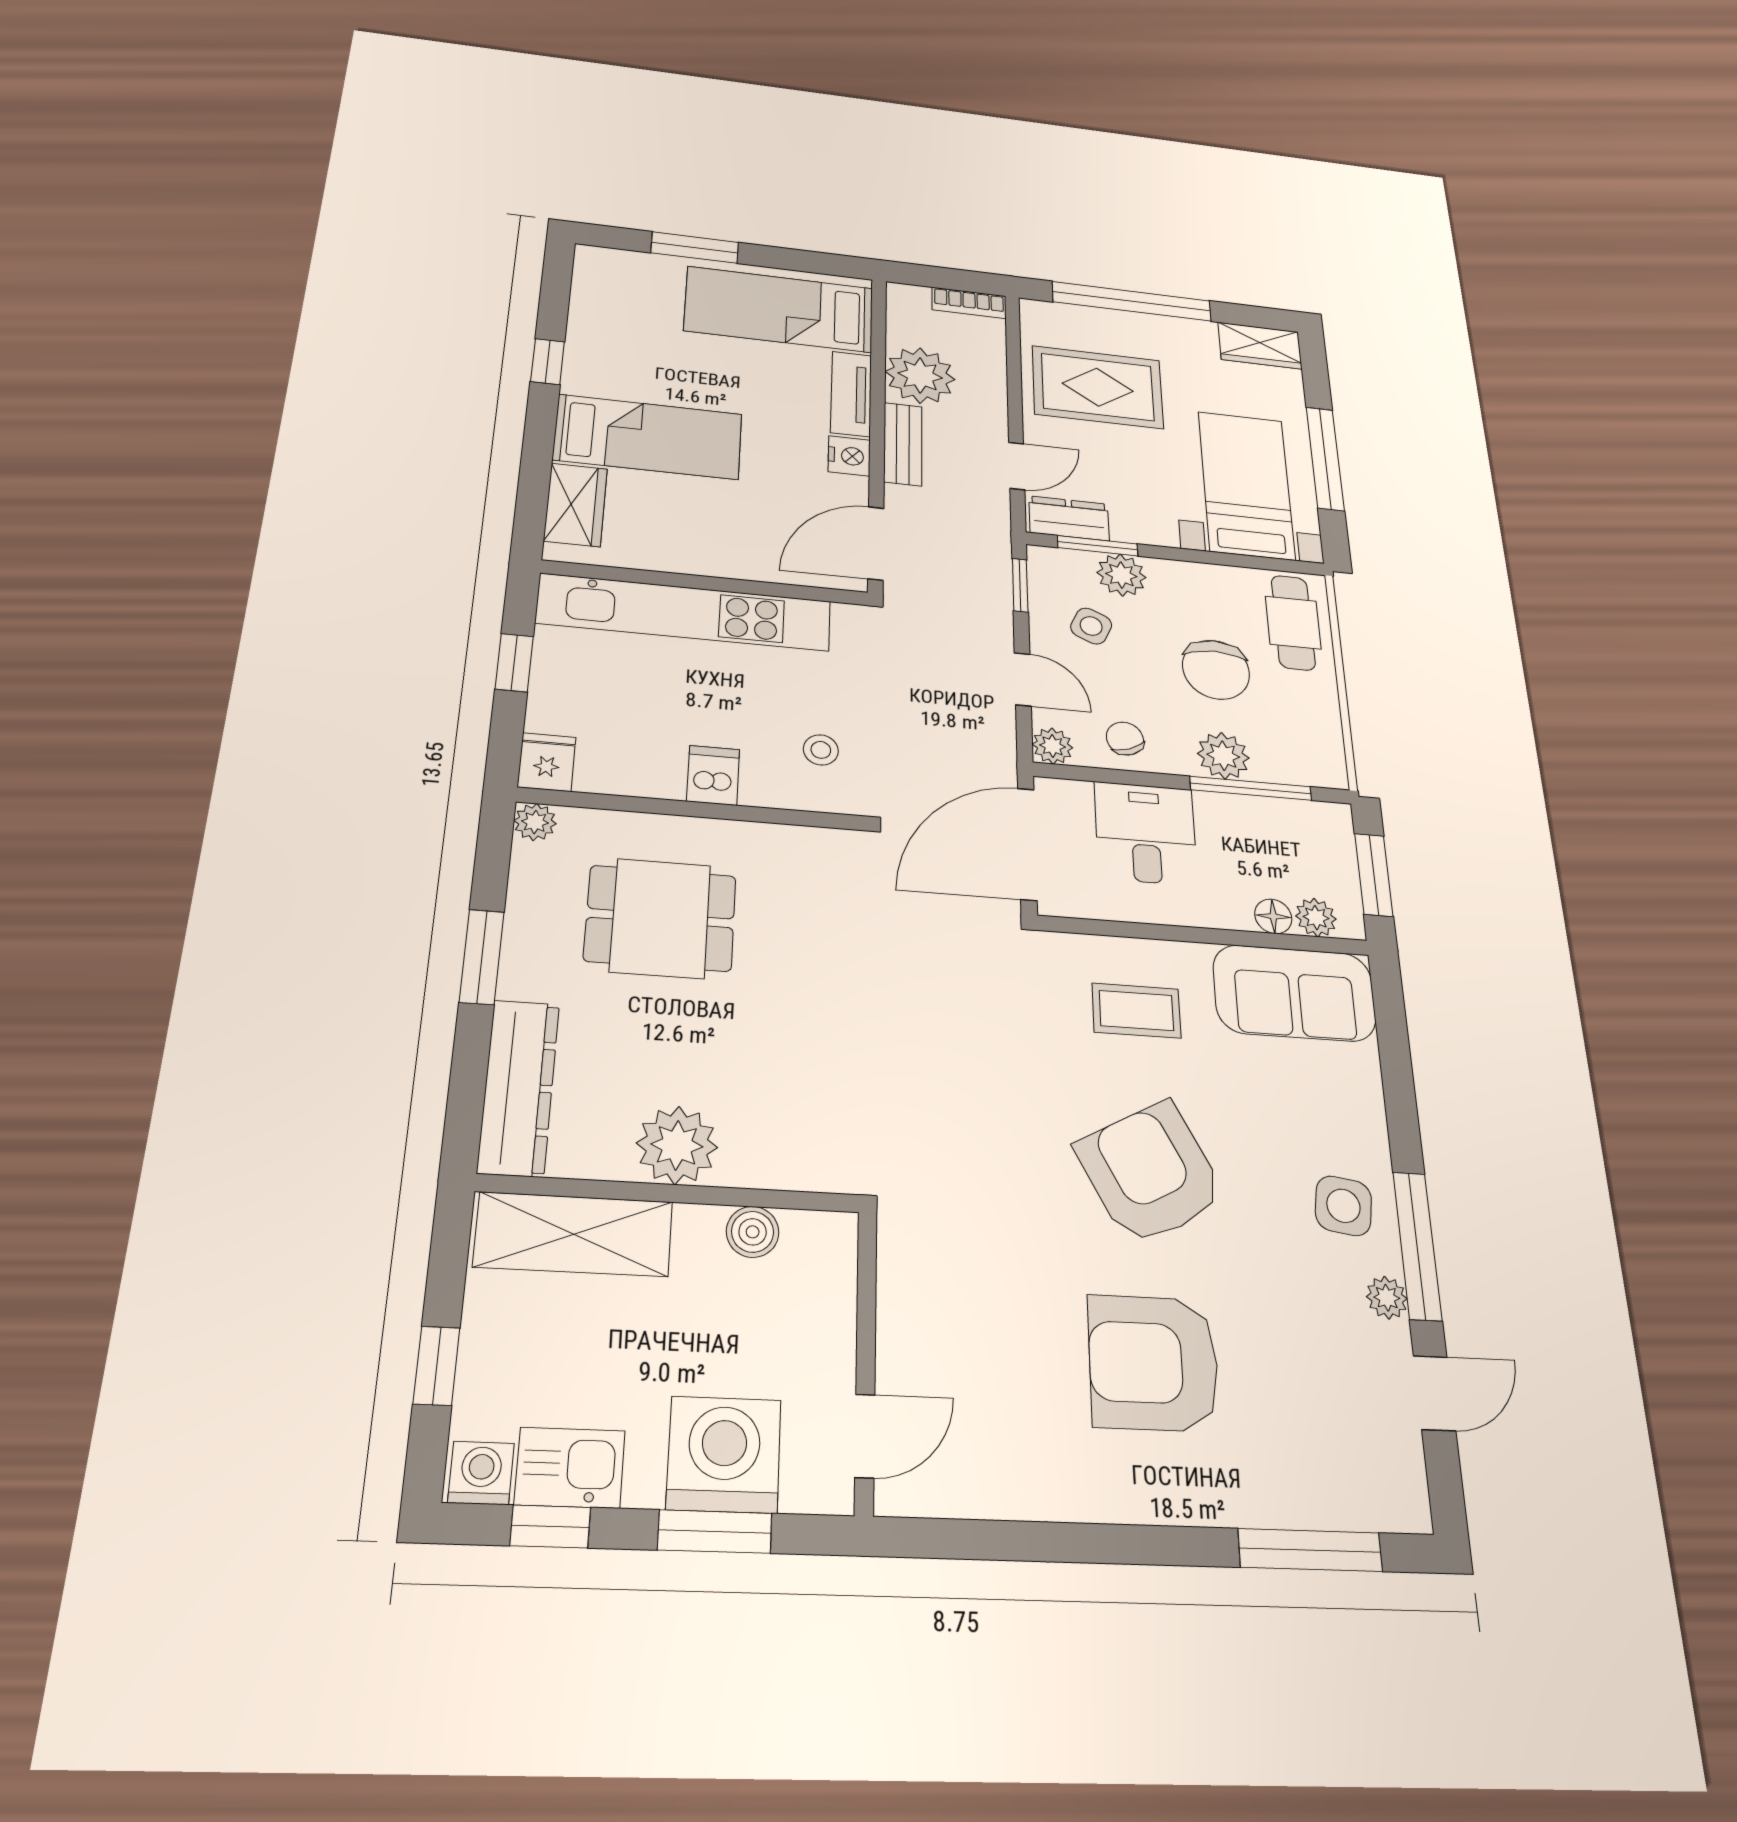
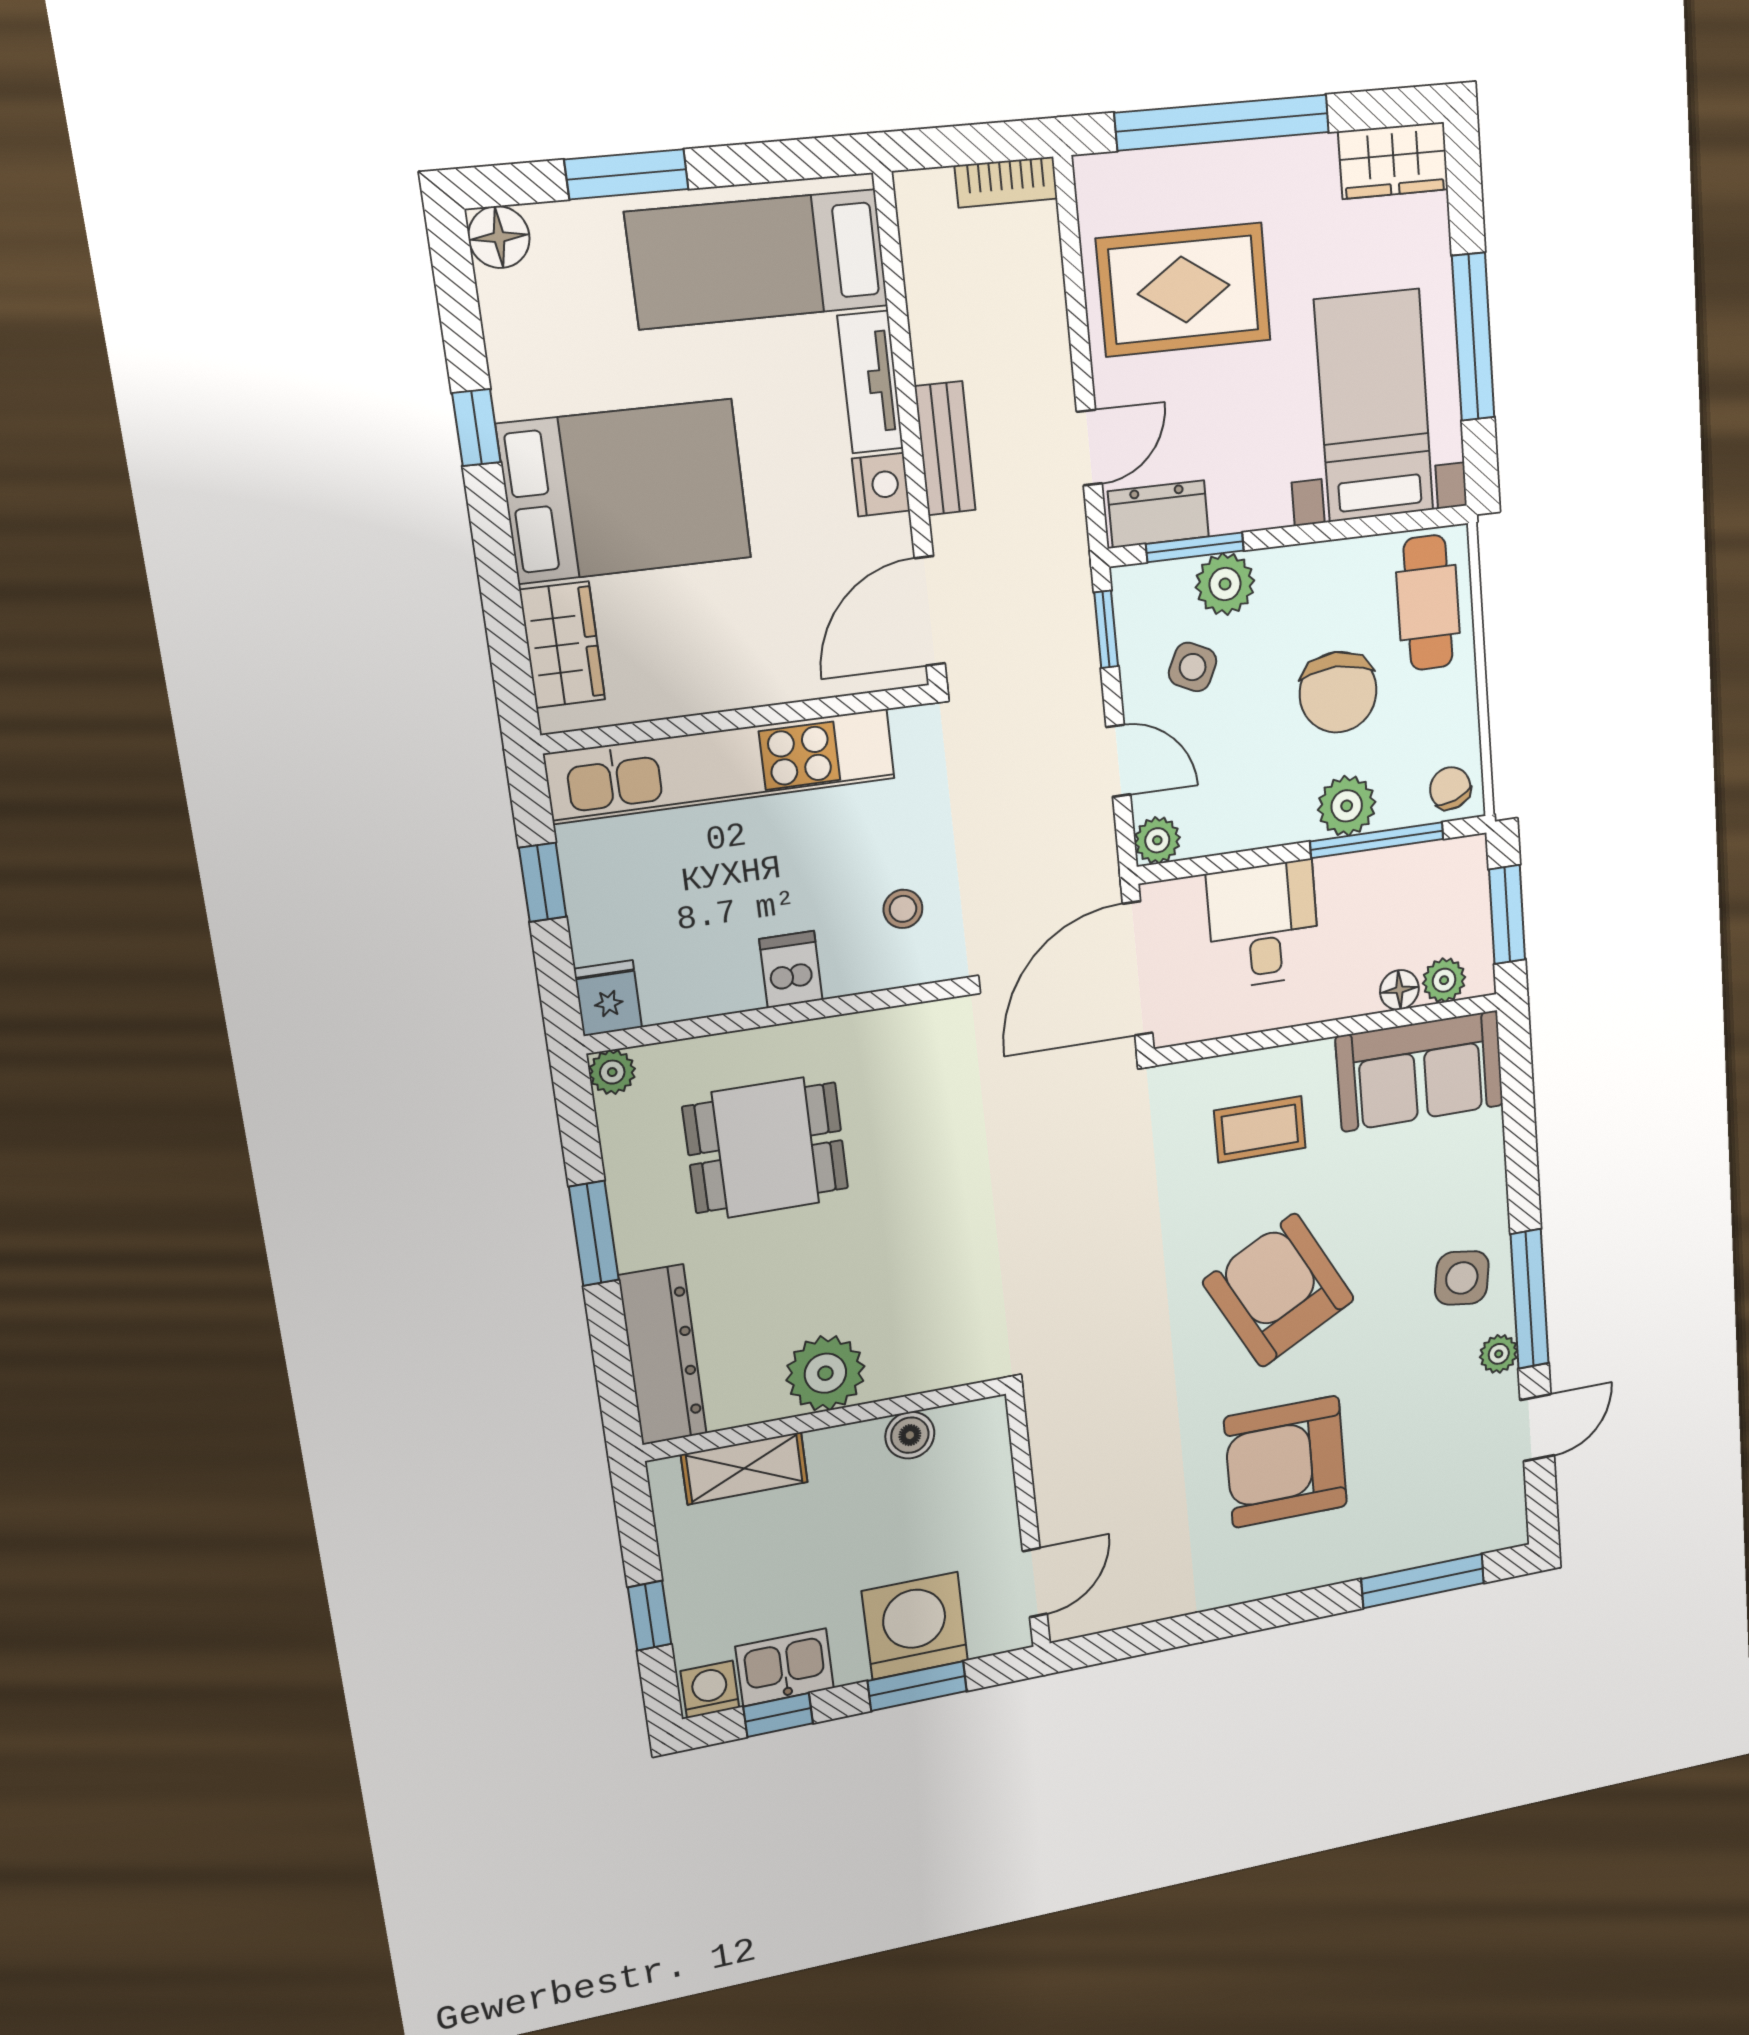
floor lamp: (595, 262) -> (499, 237), added
plant: (920, 375) -> (955, 328), removed
bed: (648, 437) -> (625, 491), width x1.50
chair: (1125, 739) -> (1450, 788), moved
shelving: (574, 1234) -> (744, 1468), width x0.67, depth x0.75

